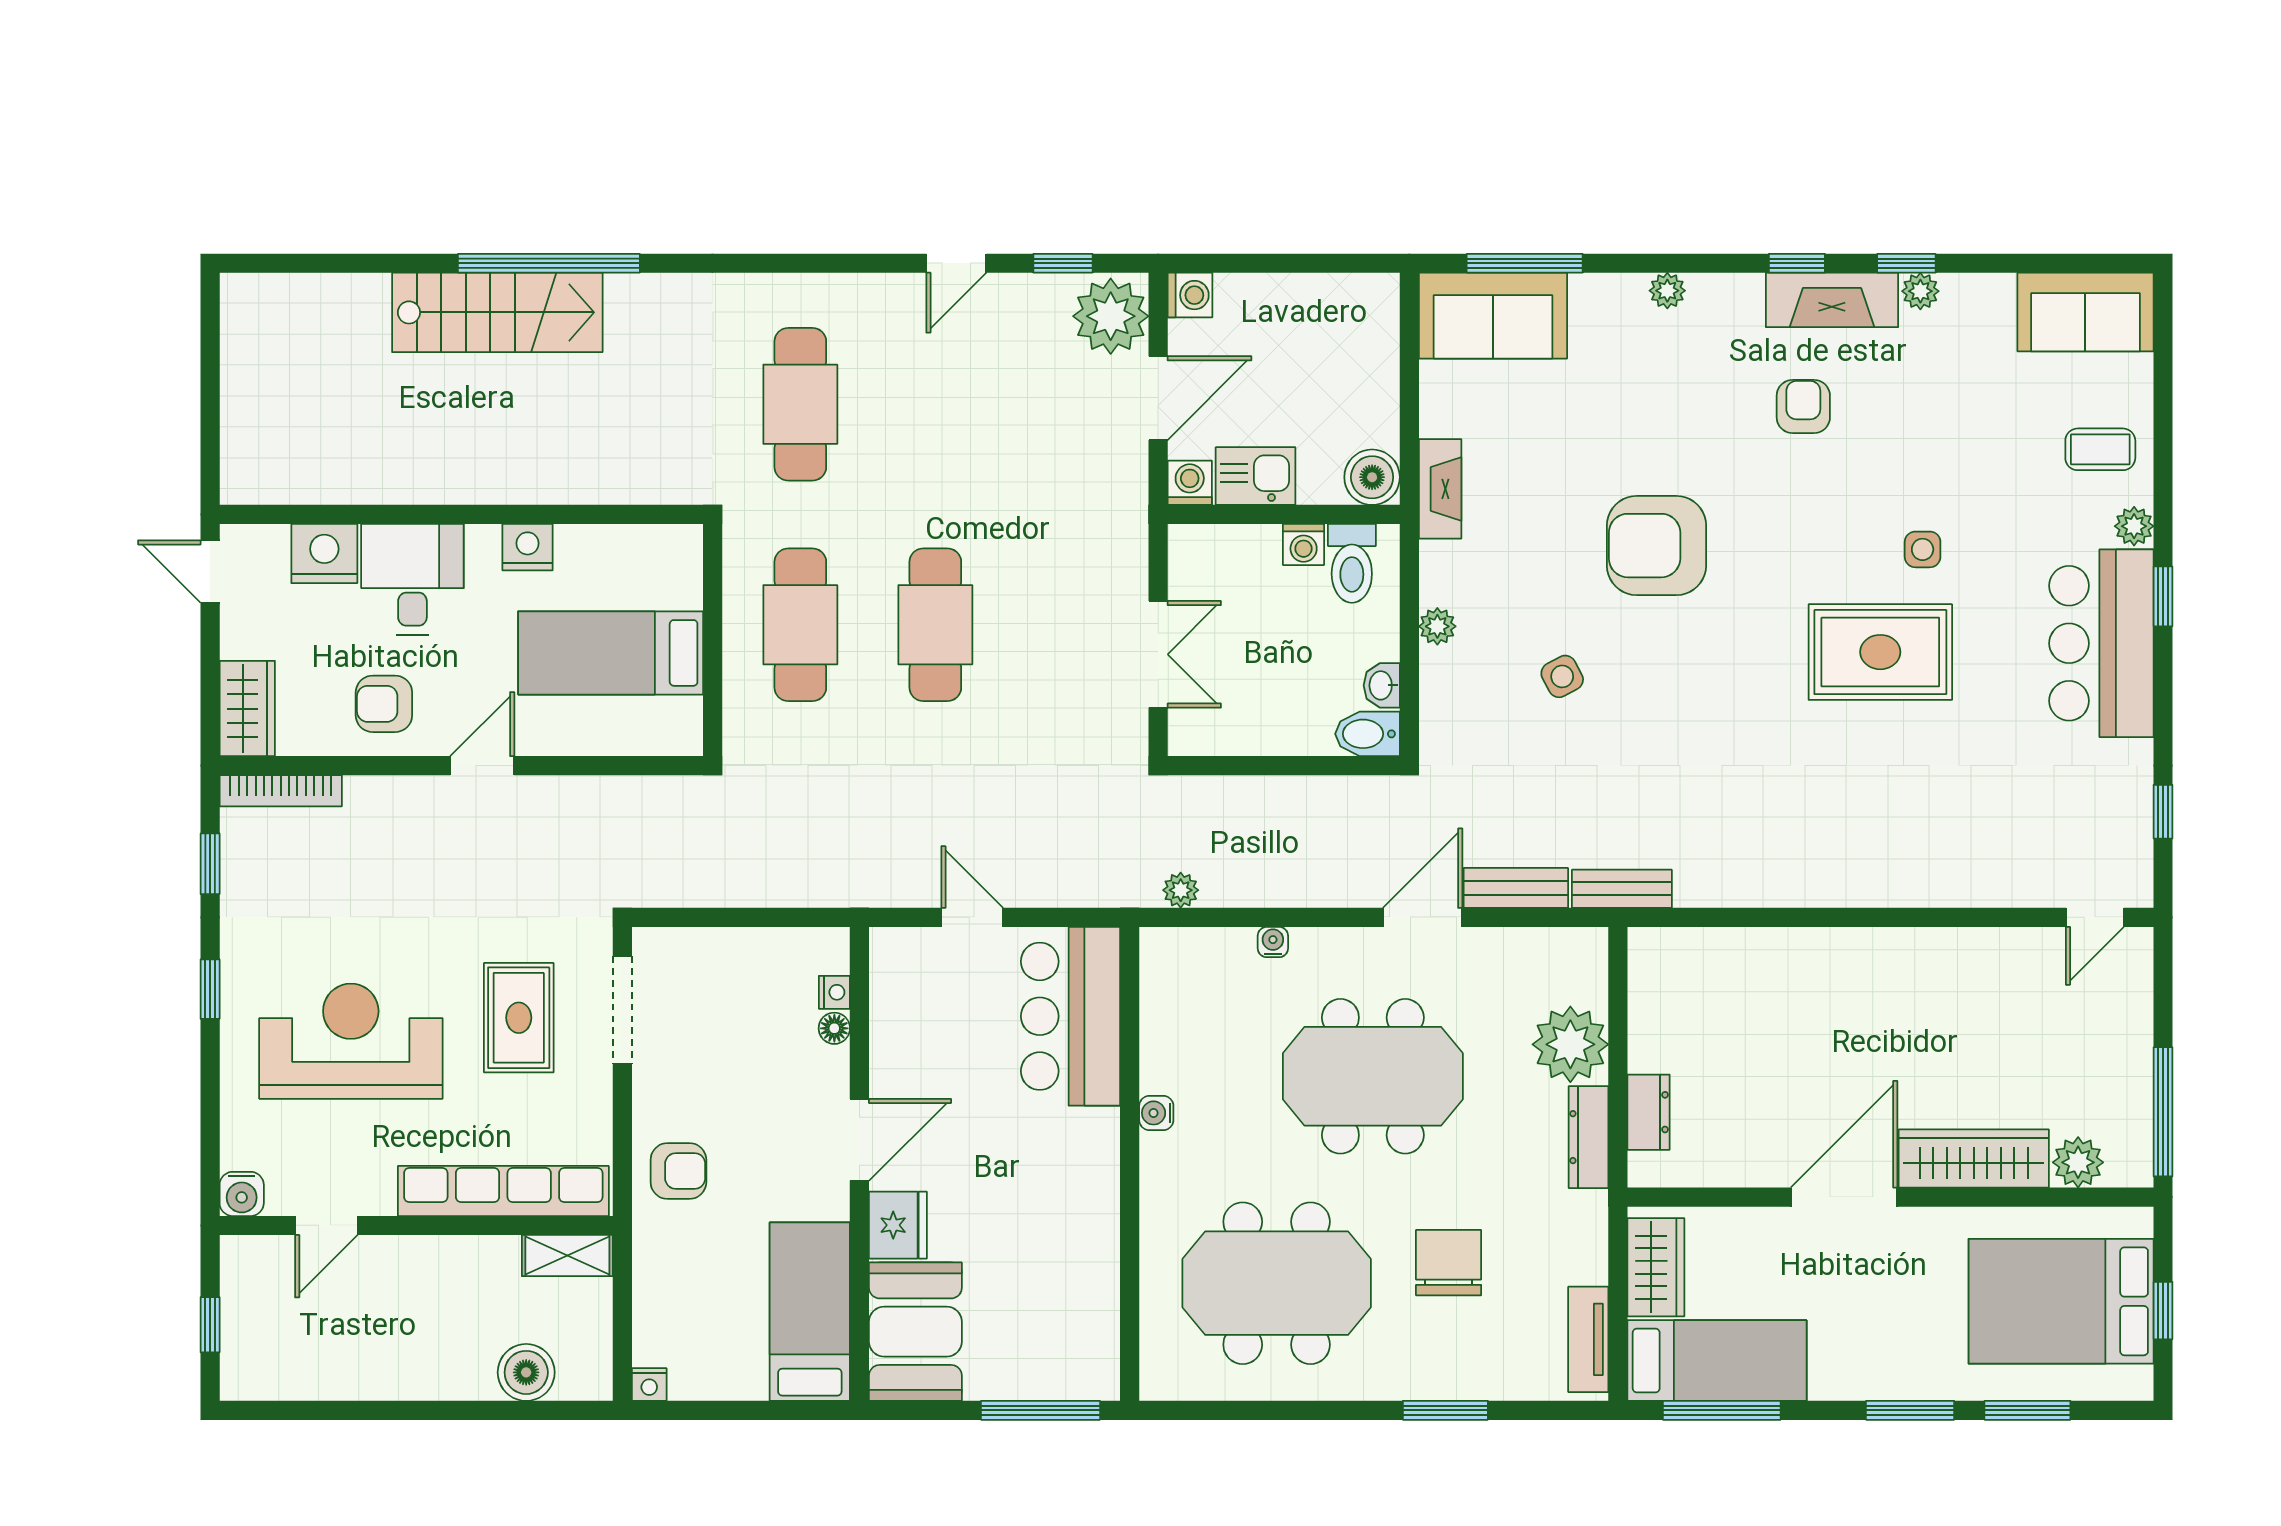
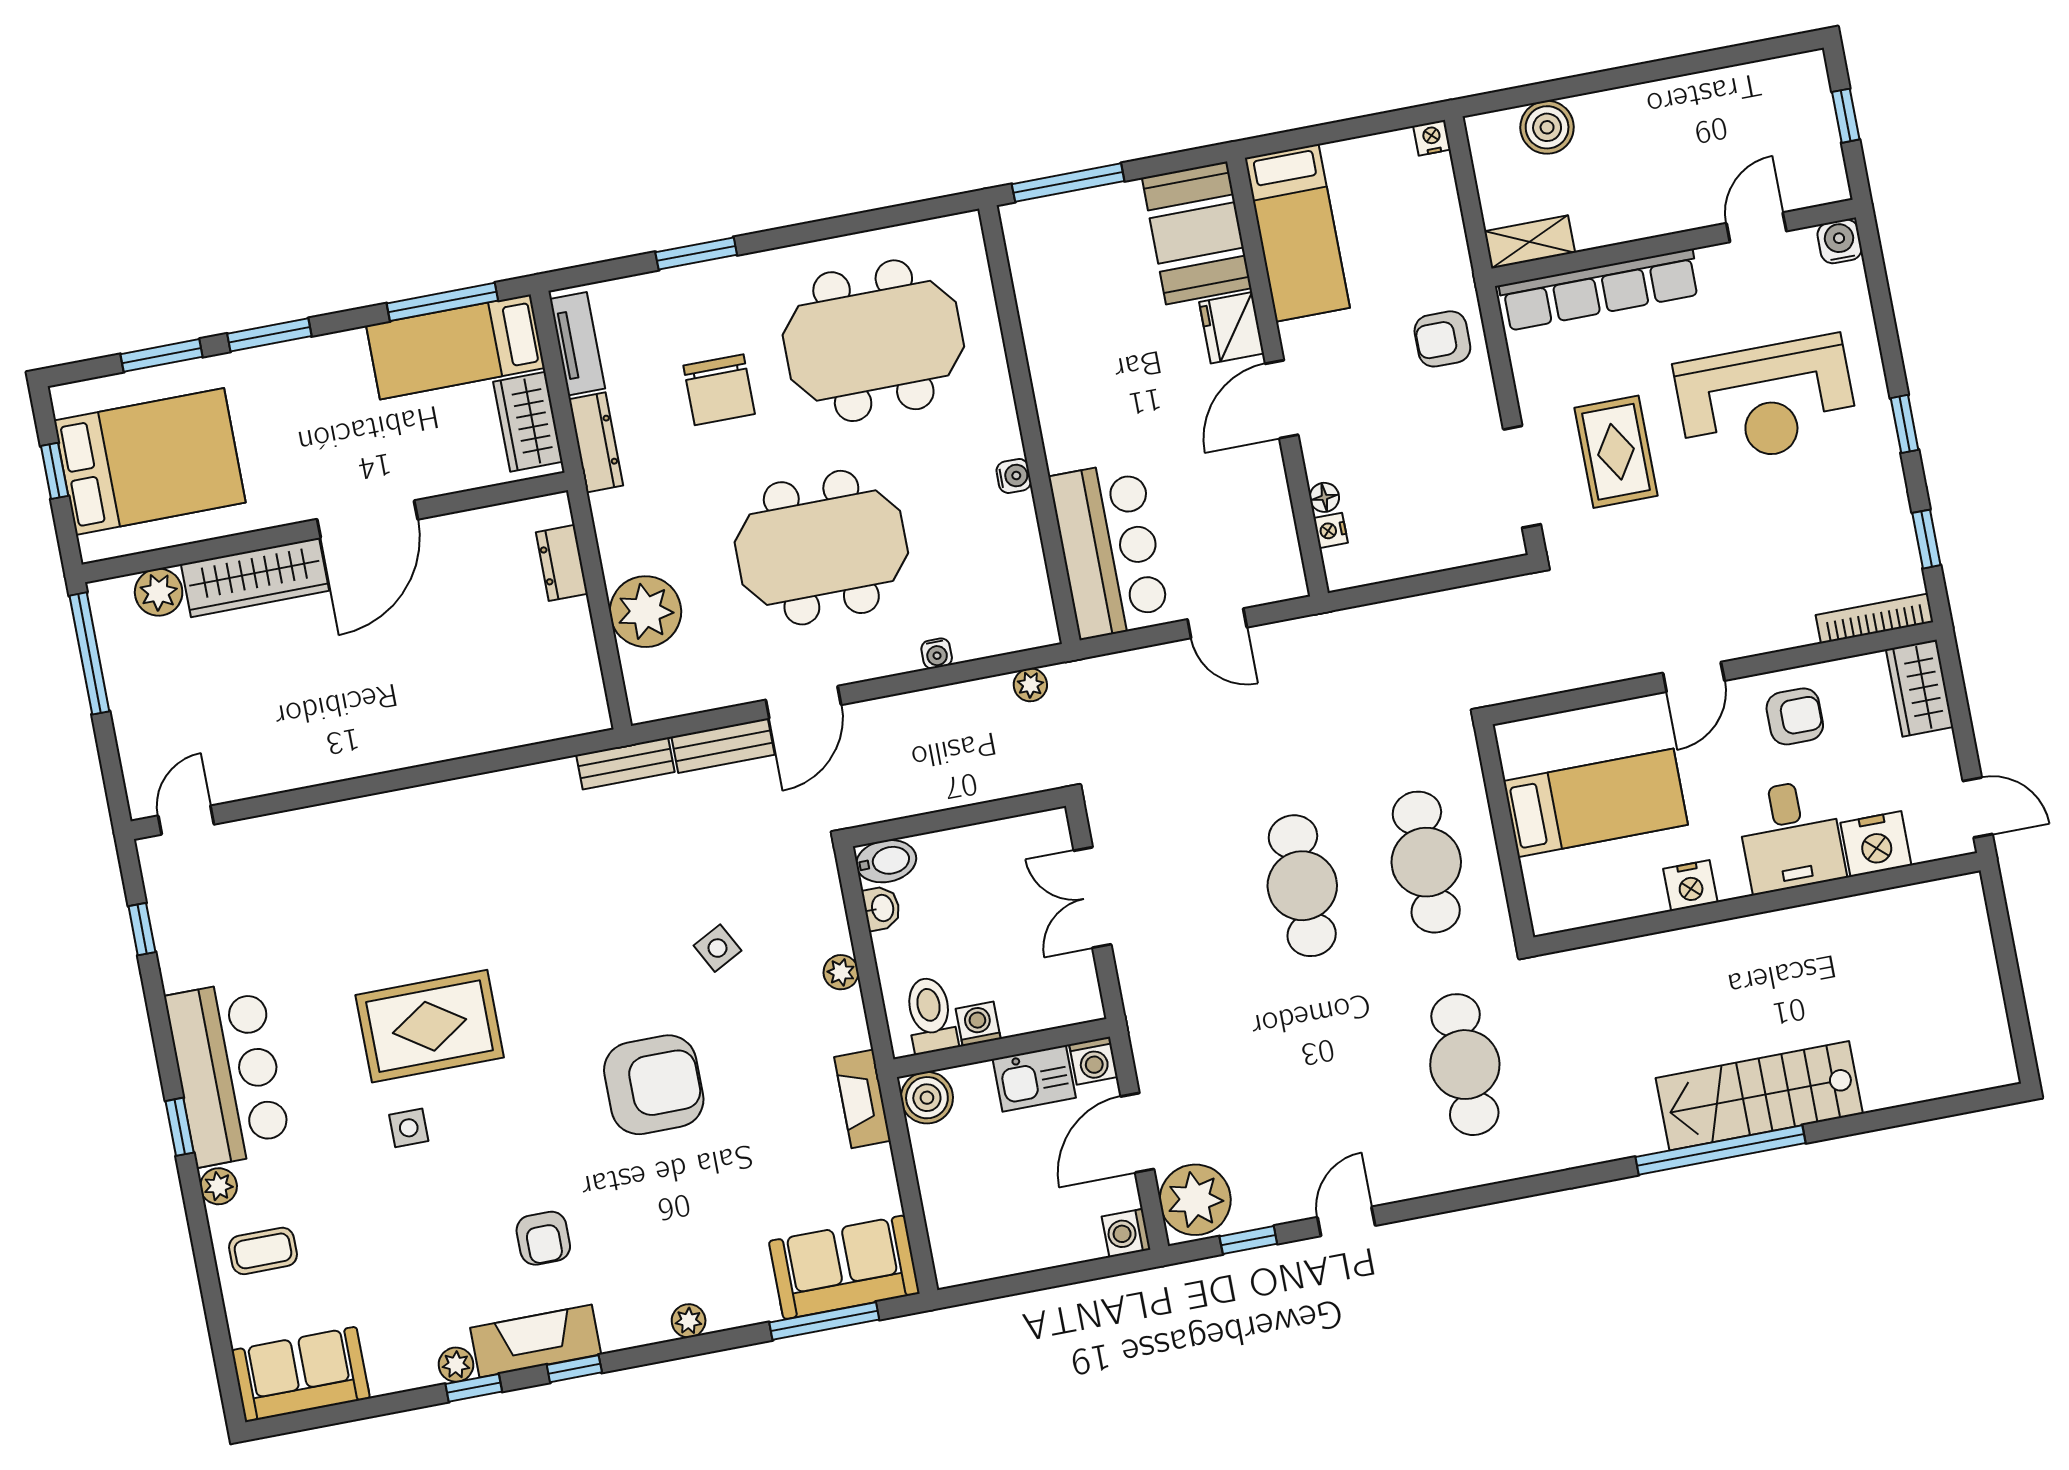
dresser: (1588, 1137) -> (596, 442), moved

